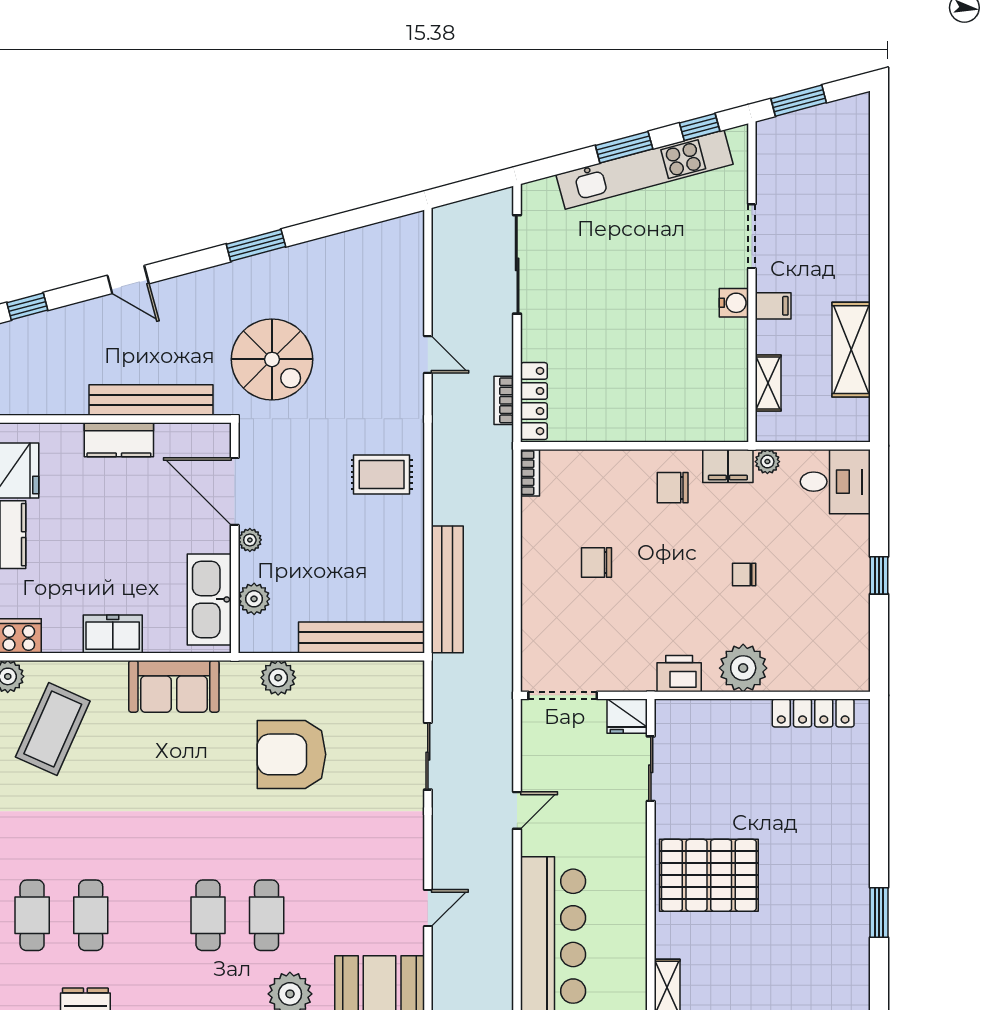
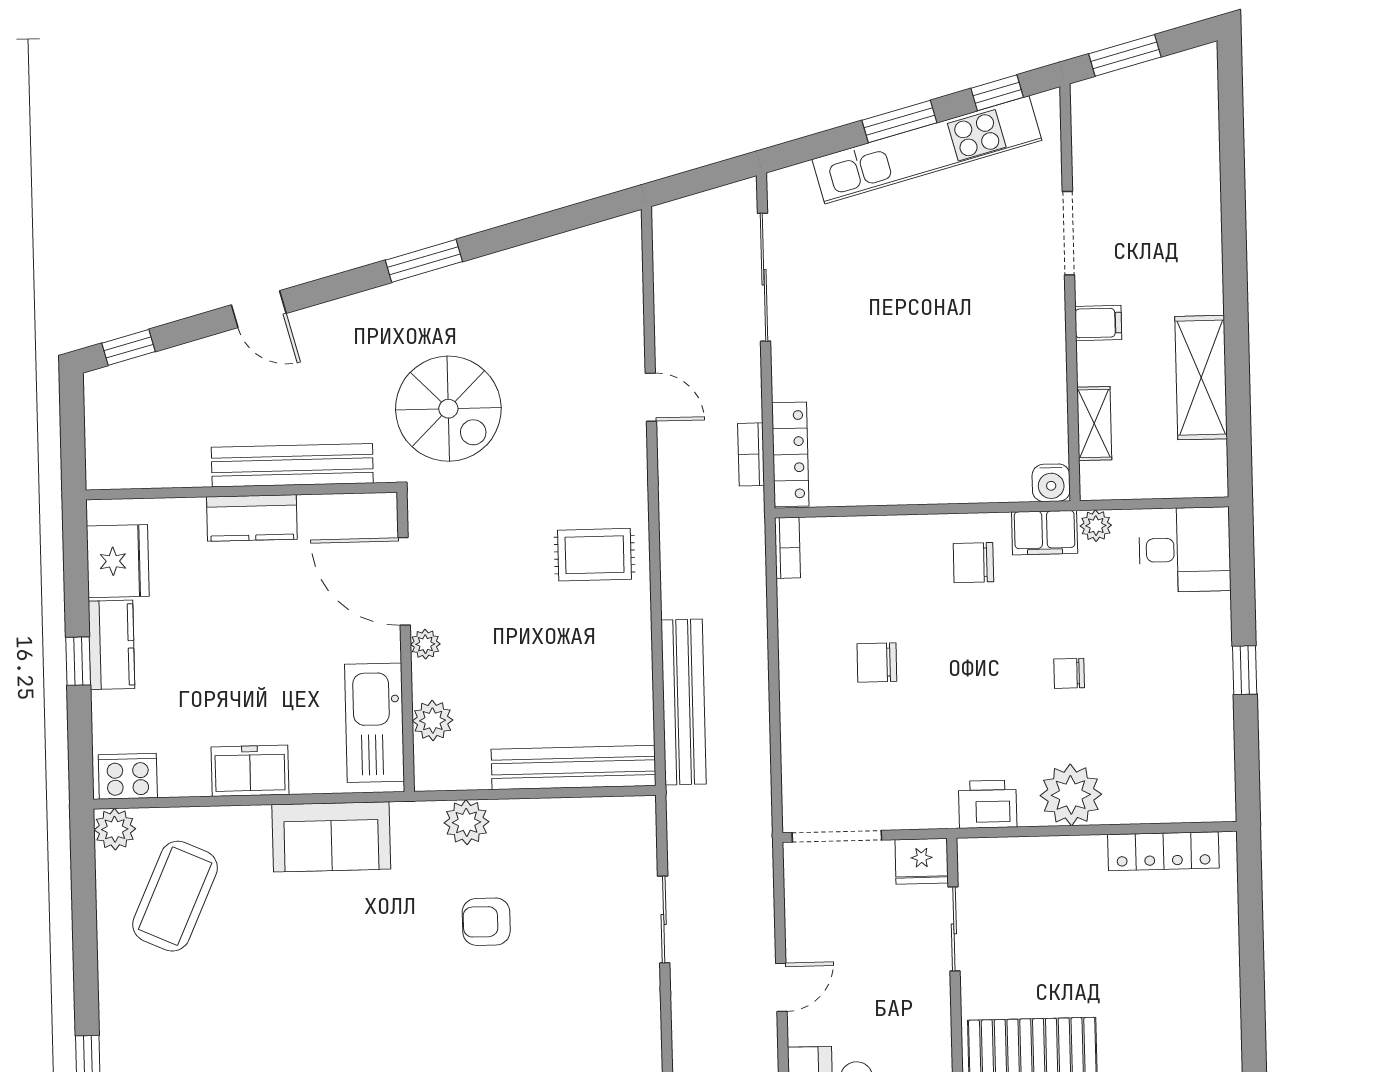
water cooler: (734, 303) -> (1051, 483), moved, turned 90
armchair: (291, 754) -> (486, 922), width x0.53, depth x0.53

